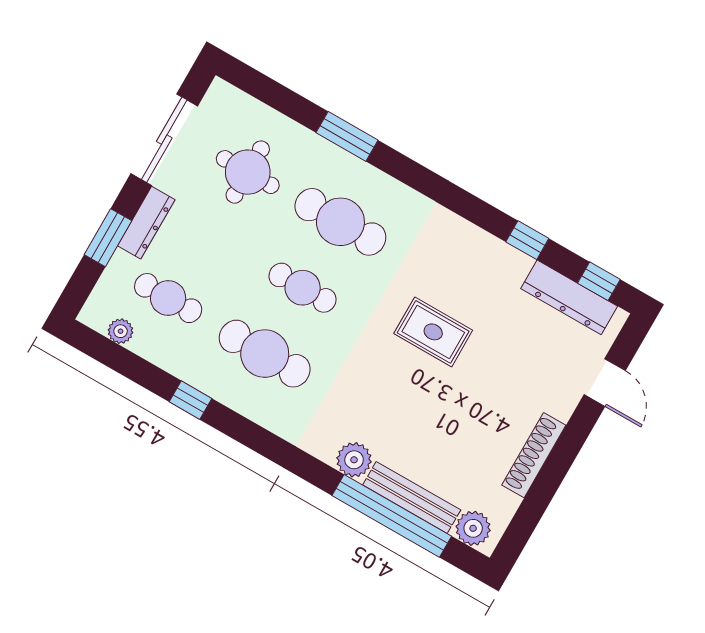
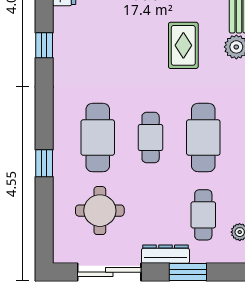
window: (347, 136) -> (44, 163), width x0.67
window: (527, 240) -> (44, 45), moved
rug: (433, 332) -> (183, 45), moved

